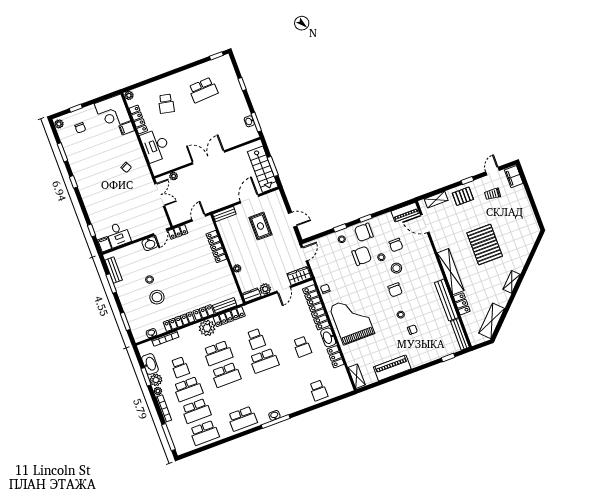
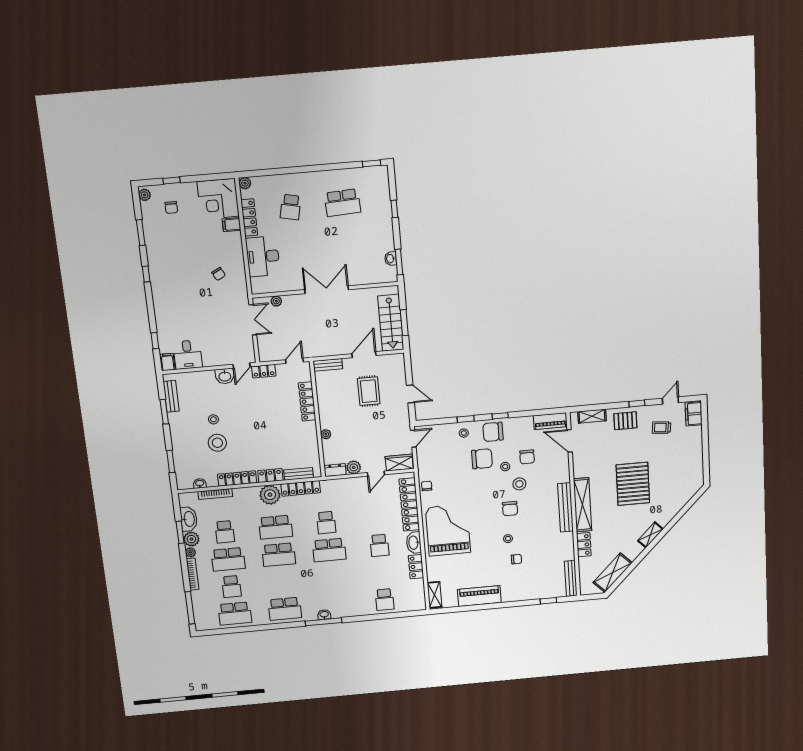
bench: (446, 300) -> (565, 507), moved
school desk: (196, 411) -> (231, 587), width x0.54

